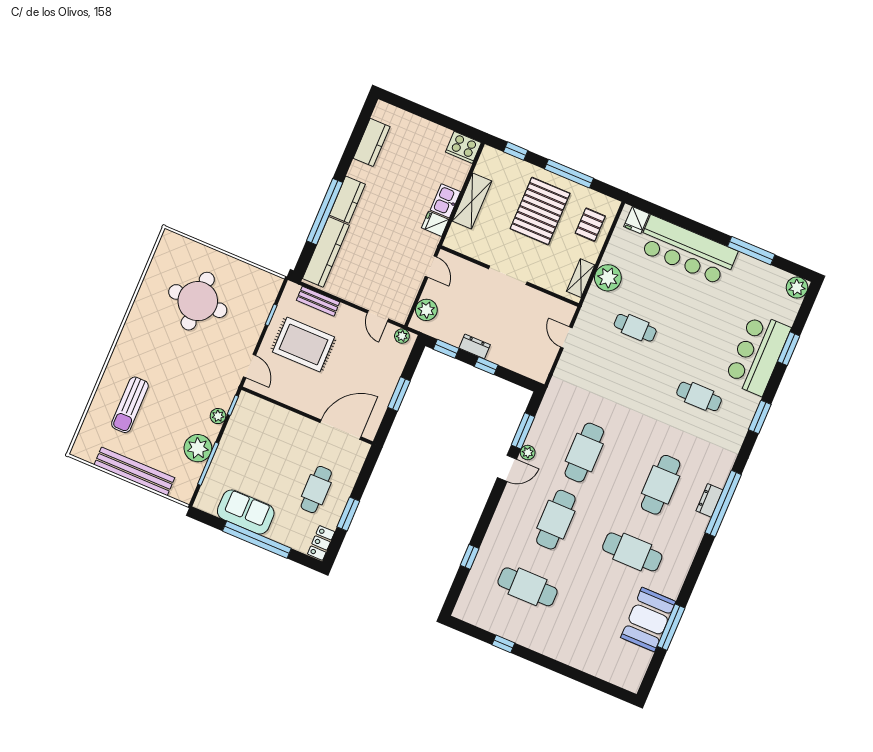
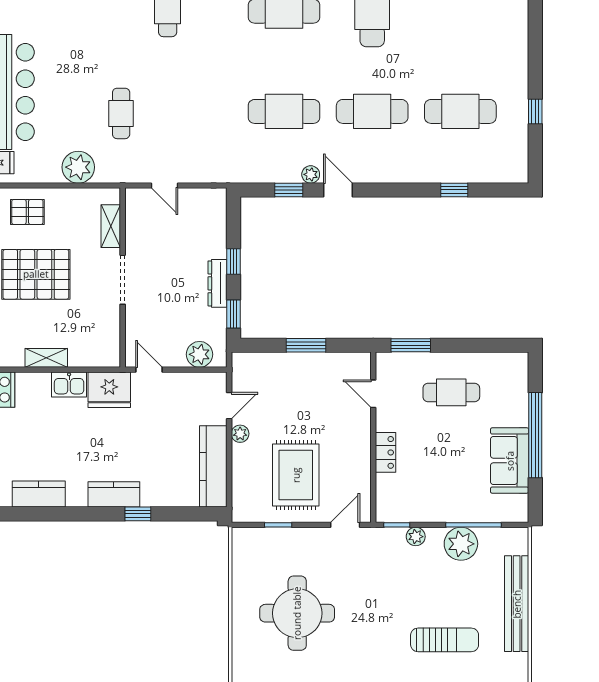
shelving: (472, 201) -> (46, 358), width x0.67, depth x0.75
window: (325, 212) -> (138, 514), width x0.32
fridge: (435, 224) -> (109, 390), width x1.88, depth x1.34
kitchen counter: (326, 252) -> (213, 466), moved, turned -90
door: (431, 267) -> (149, 370), hinge flipped
shelving: (581, 278) -> (111, 226), moved, turned 90
bench: (318, 301) -> (241, 479), removed
plant: (402, 336) -> (240, 434), moved
door: (566, 338) -> (164, 186), hinge flipped
dresser: (475, 346) -> (217, 283), width x1.44
door: (340, 430) -> (373, 394), width x0.53
window: (523, 431) -> (289, 190), width x0.67
window: (348, 514) -> (411, 345), moved
locker: (321, 543) -> (386, 452), moved, turned -90
cafe table: (528, 587) -> (460, 111), turned 90

